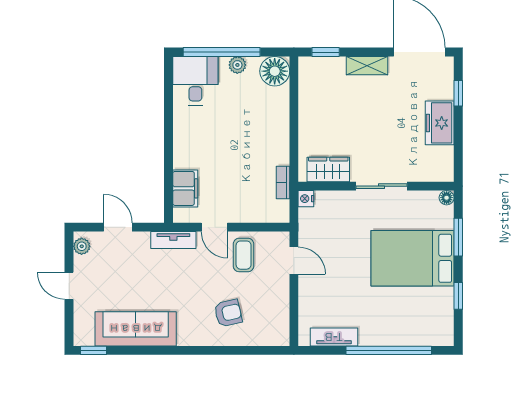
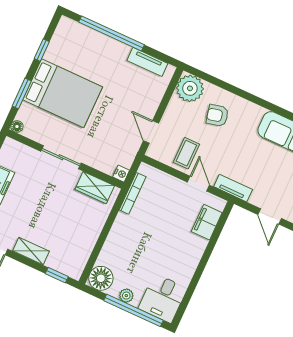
bookcase: (283, 182) -> (133, 193), width x1.56
plant: (273, 329) -> (190, 88), added

